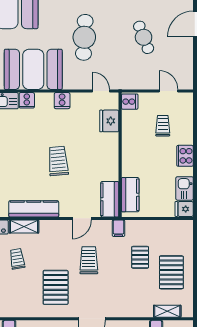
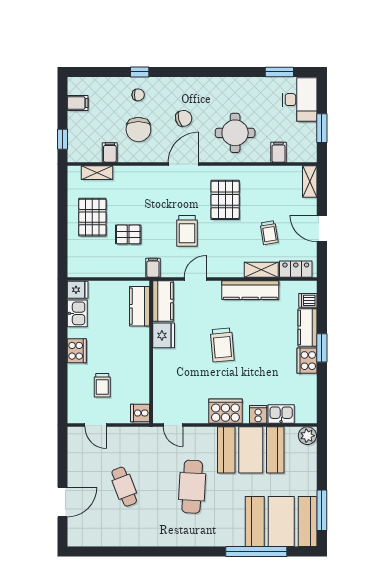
cooker: (62, 101) -> (225, 411), width x1.87, depth x1.31
fridge: (109, 121) -> (164, 335), moved
pallet: (140, 257) -> (128, 234), turned 90

